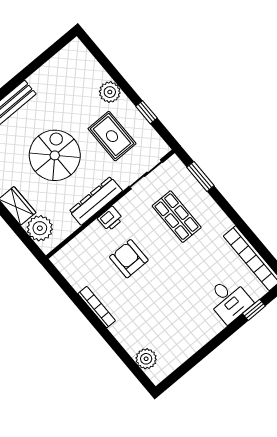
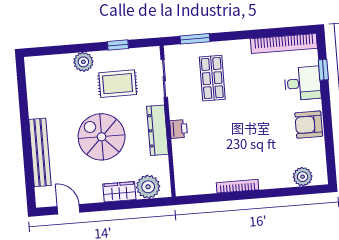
shop shelf: (177, 217) -> (212, 78), turned 90
armchair: (129, 259) -> (309, 125), moved

